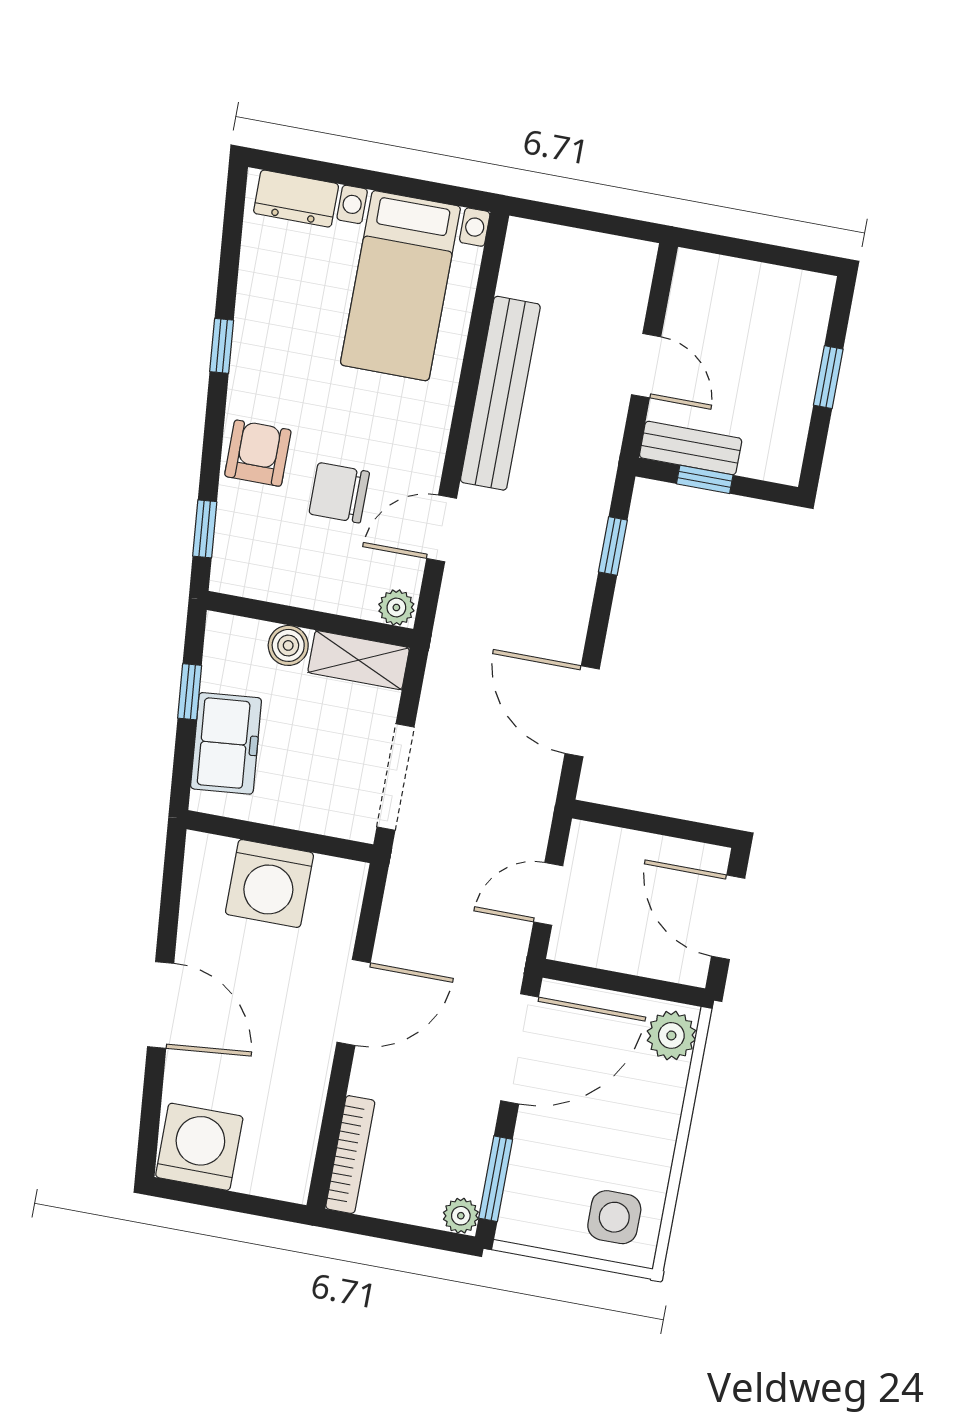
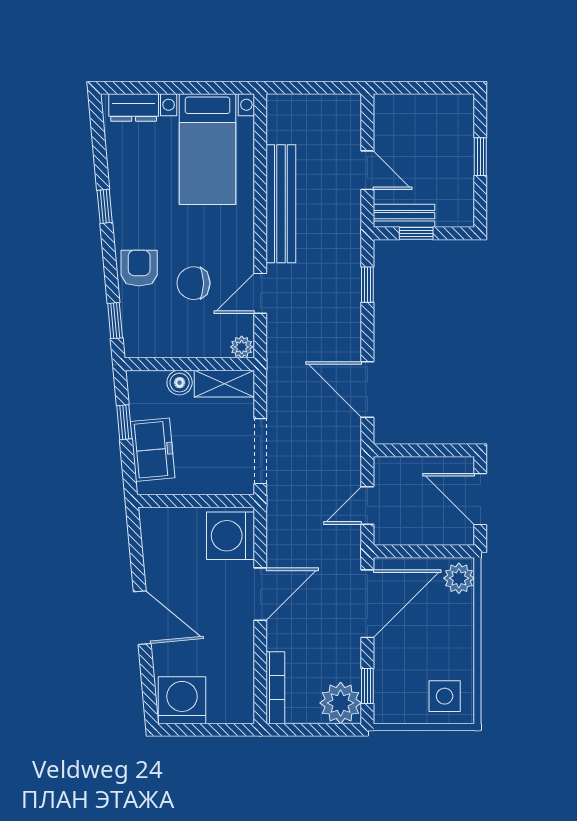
washing machine: (269, 883) -> (230, 536), moved, turned 90
window: (496, 1179) -> (367, 686), width x0.67
plant: (461, 1216) -> (341, 703), width x1.87, depth x1.87

